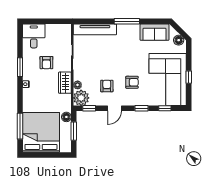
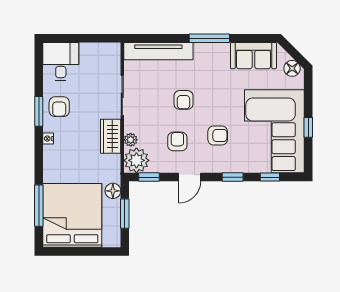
armchair: (111, 60) -> (183, 100), added
armchair: (46, 63) -> (59, 107), moved

